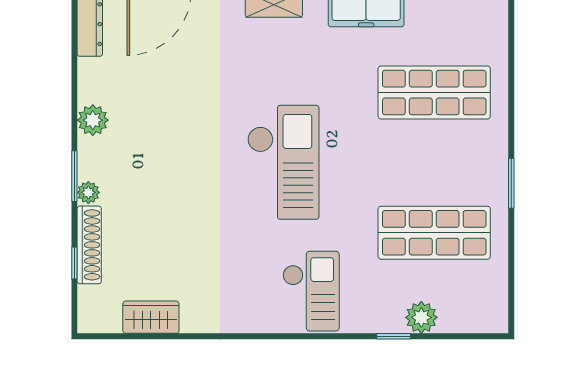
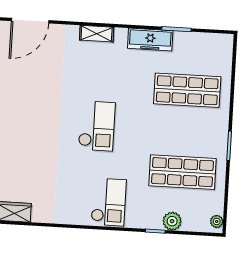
checkout: (283, 162) -> (97, 126), width x0.73, depth x0.83
plant: (497, 314) -> (217, 221), added

